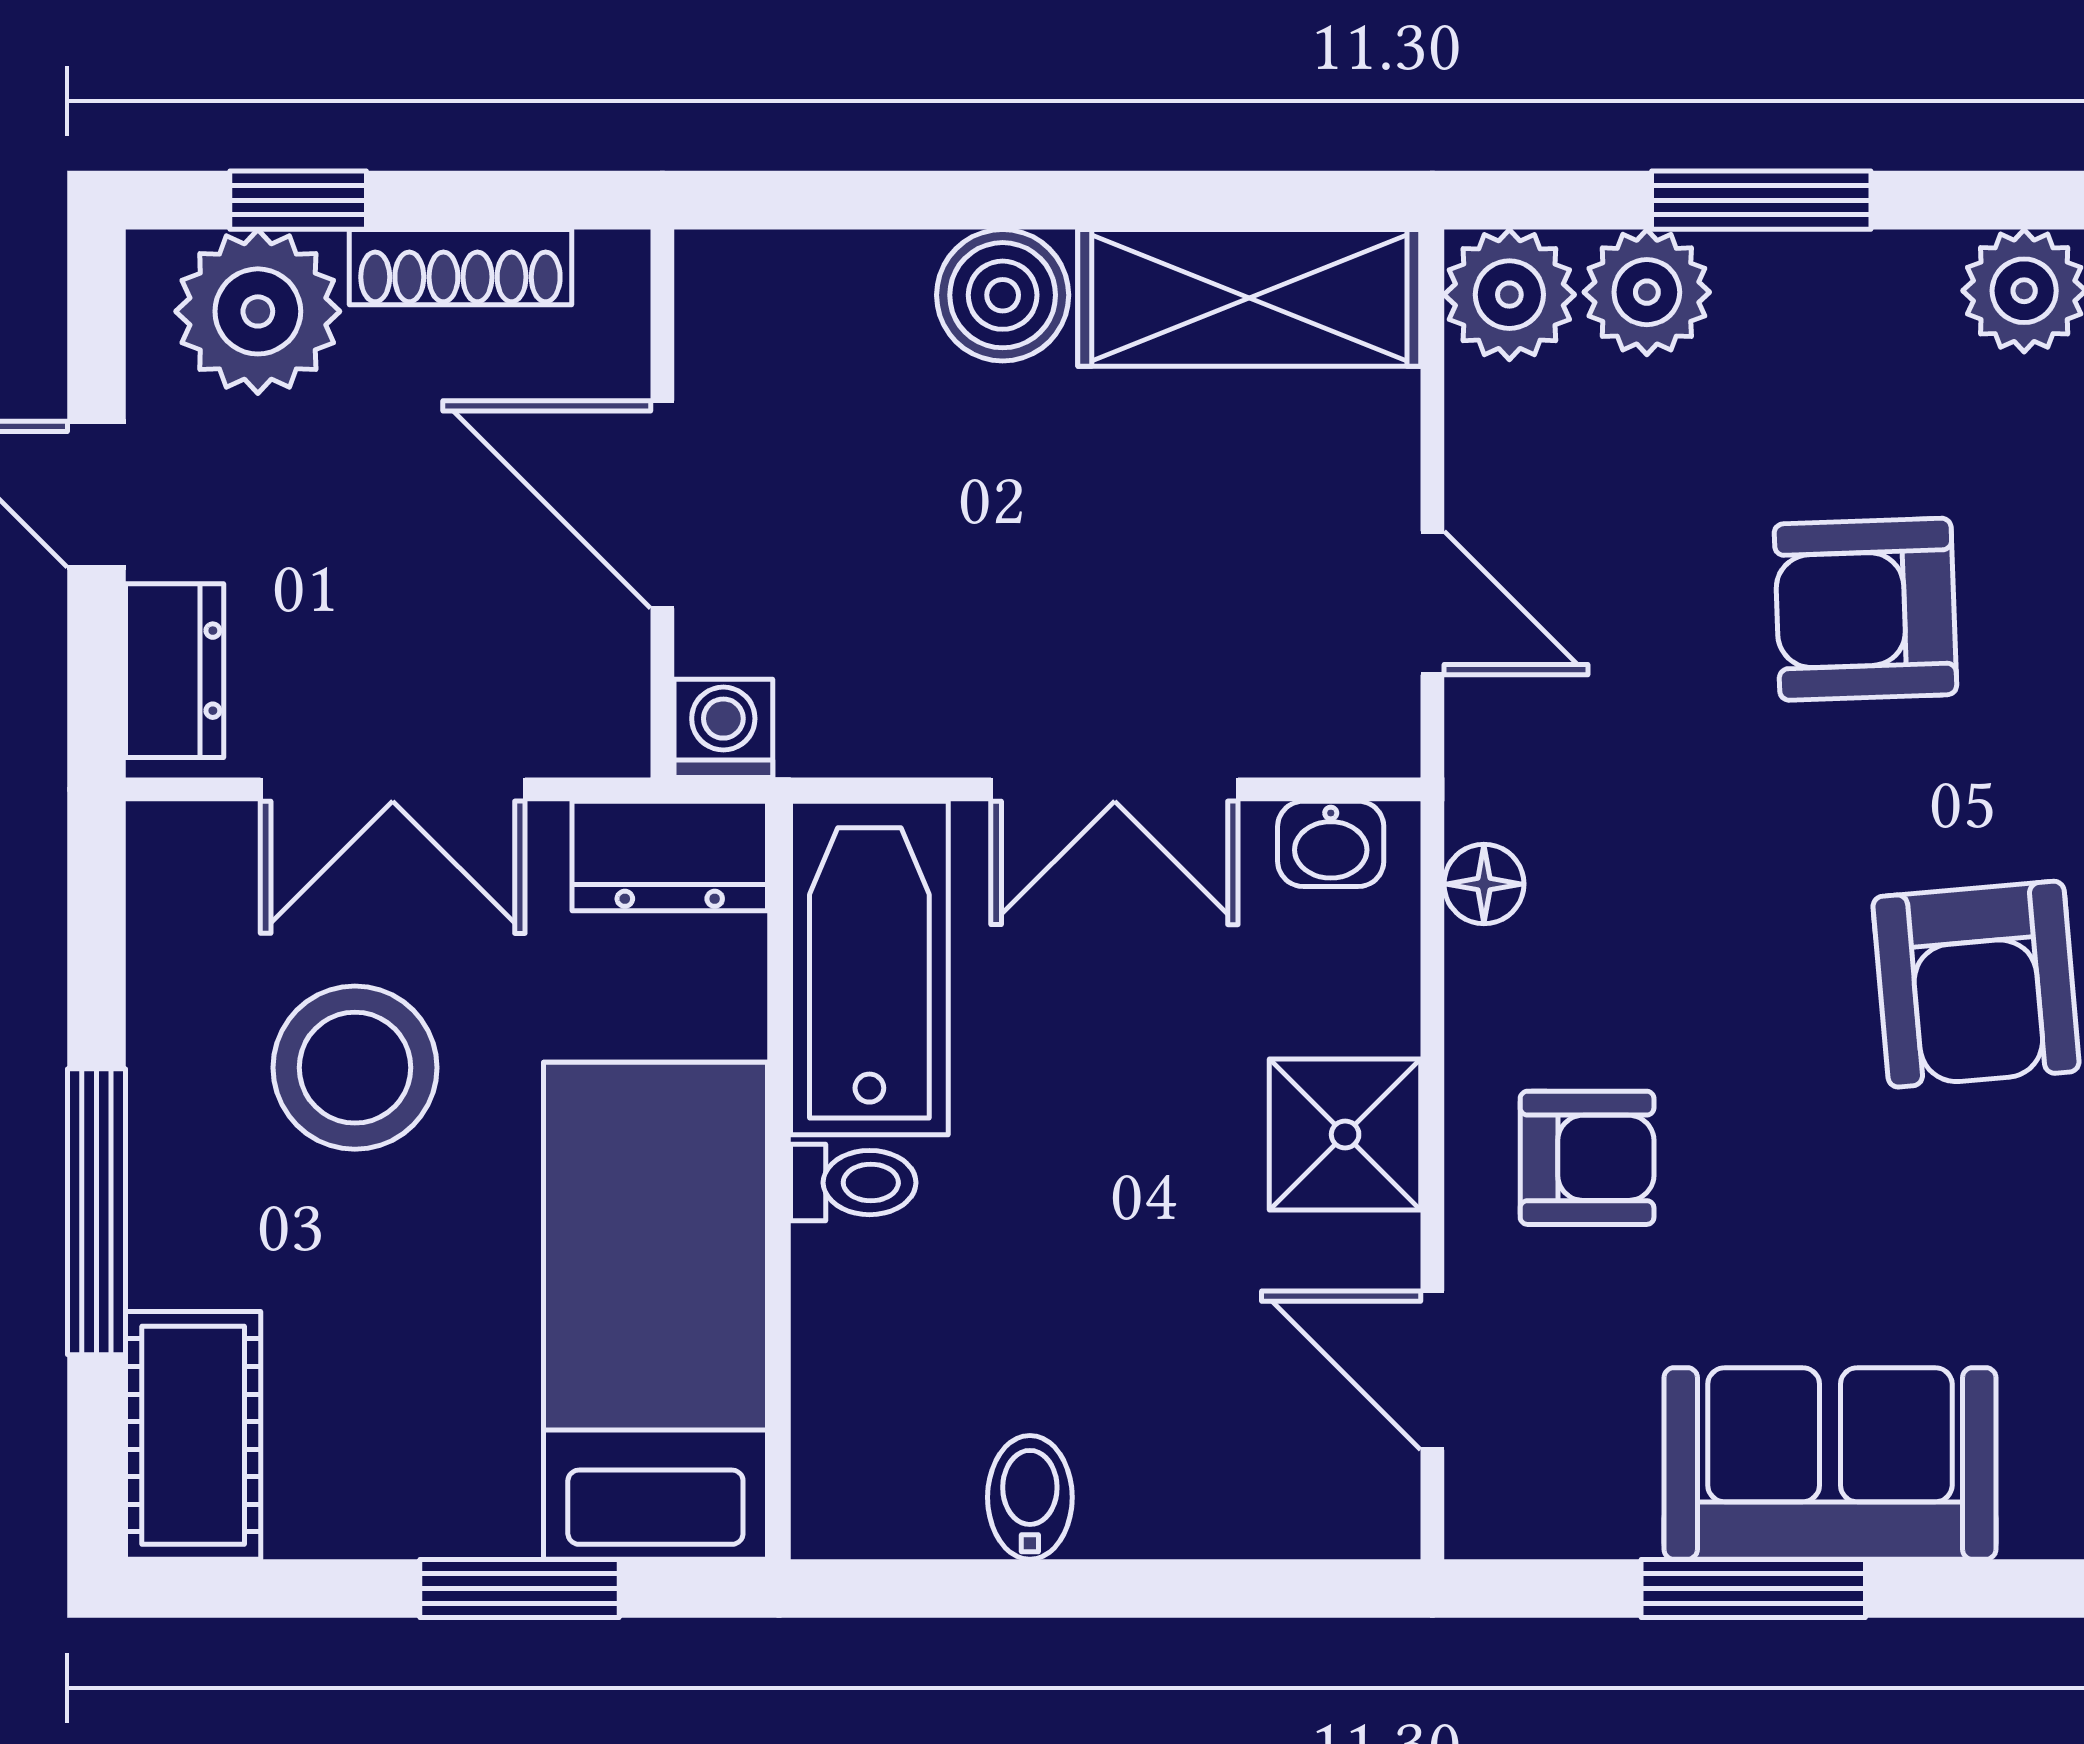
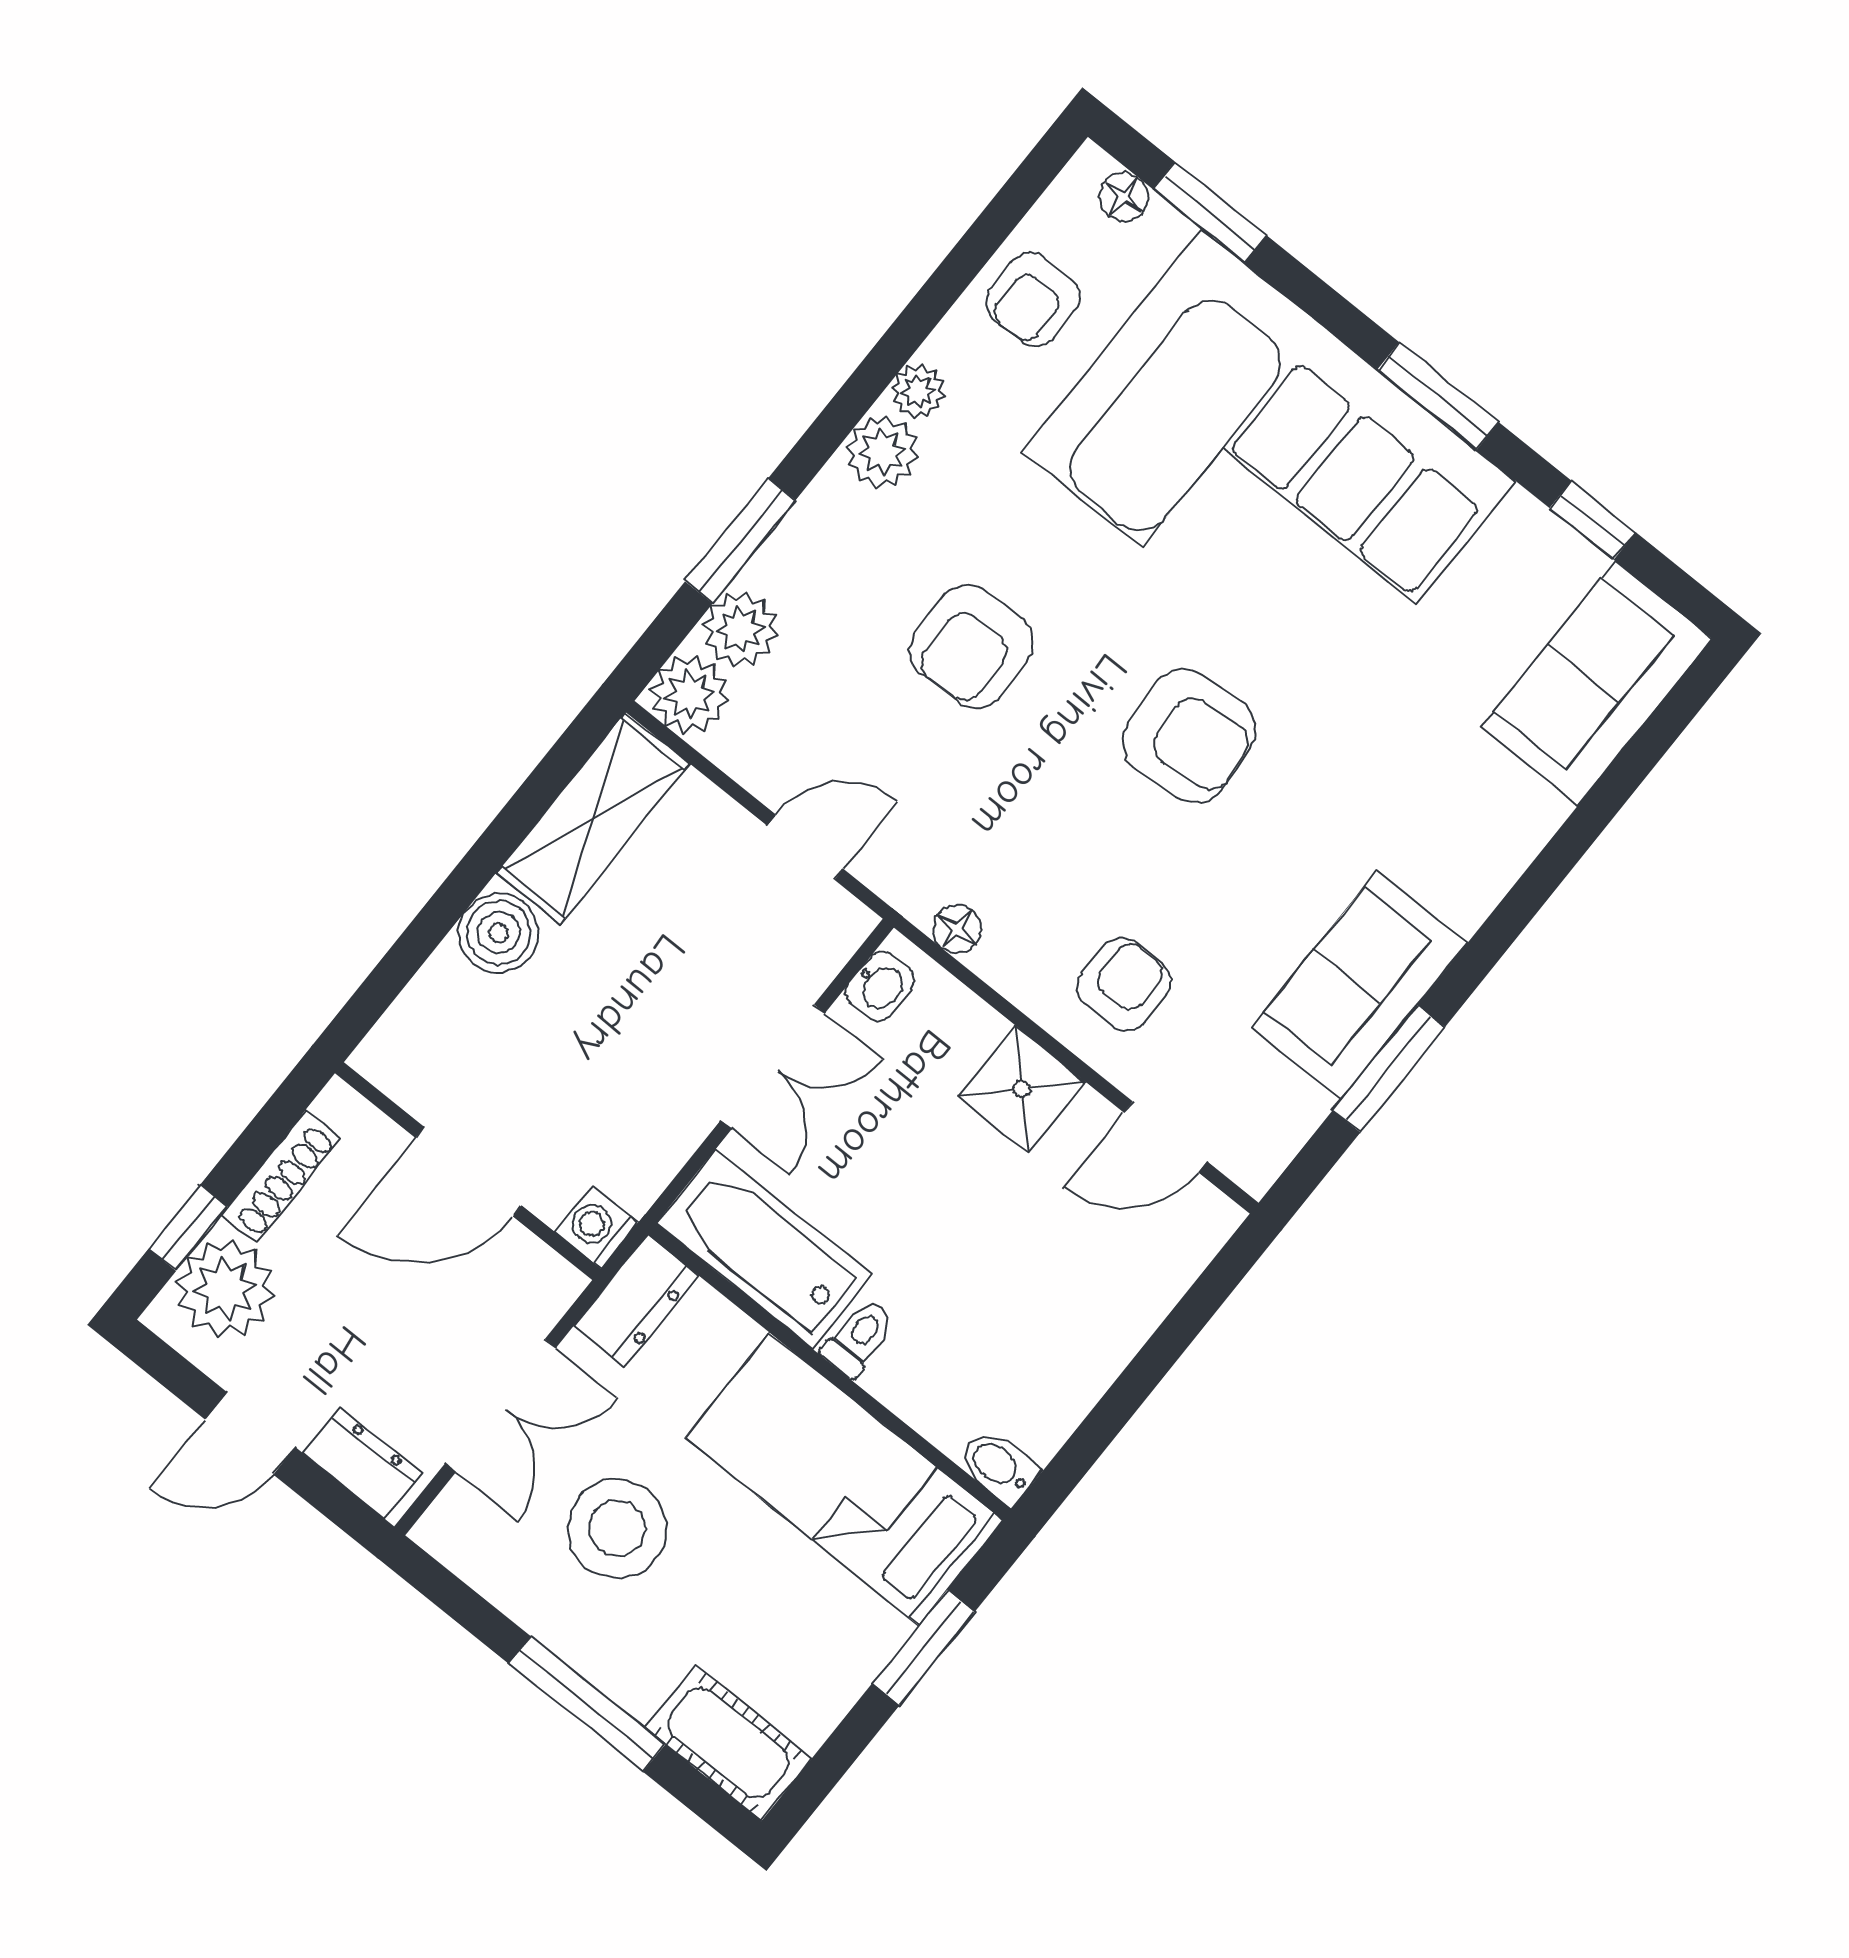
bidet: (1030, 1497) -> (999, 1466), moved

